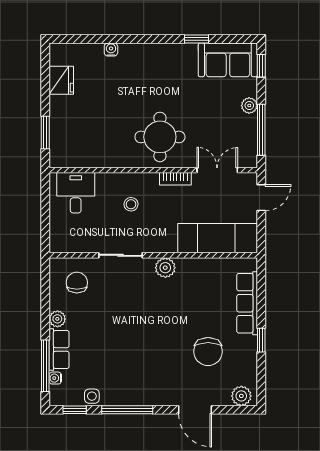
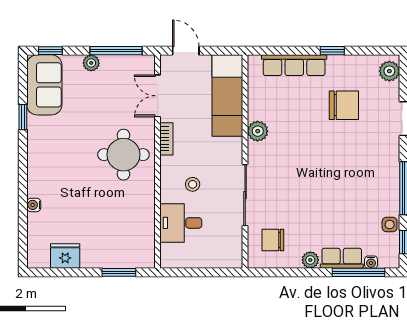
desk: (76, 193) -> (181, 223), moved
sliding door: (120, 255) -> (245, 195), width x1.37
plant: (165, 268) -> (258, 131), moved

